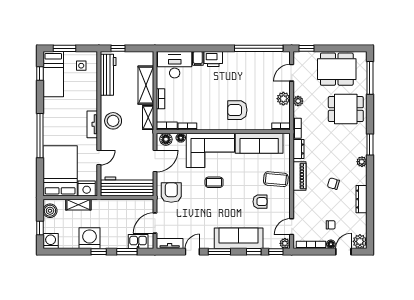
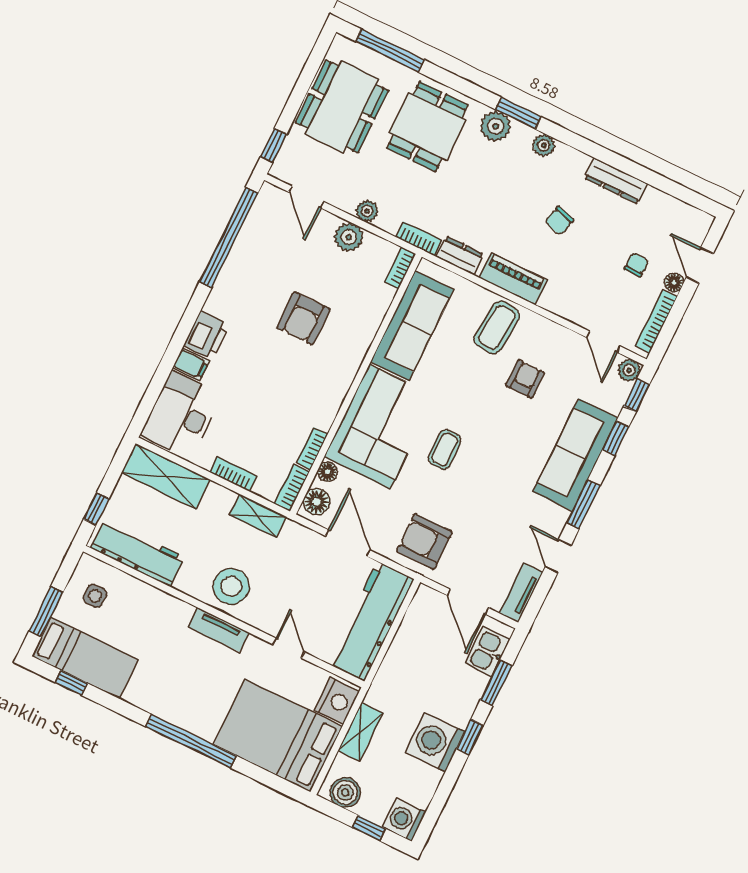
shelving: (146, 85) -> (166, 476), moved
armchair: (237, 110) -> (303, 318), moved
plant: (360, 241) -> (496, 126), moved

